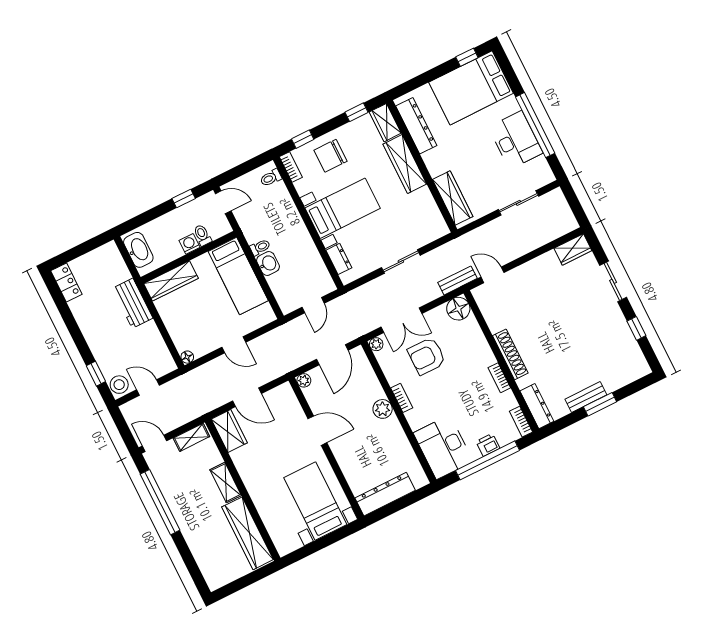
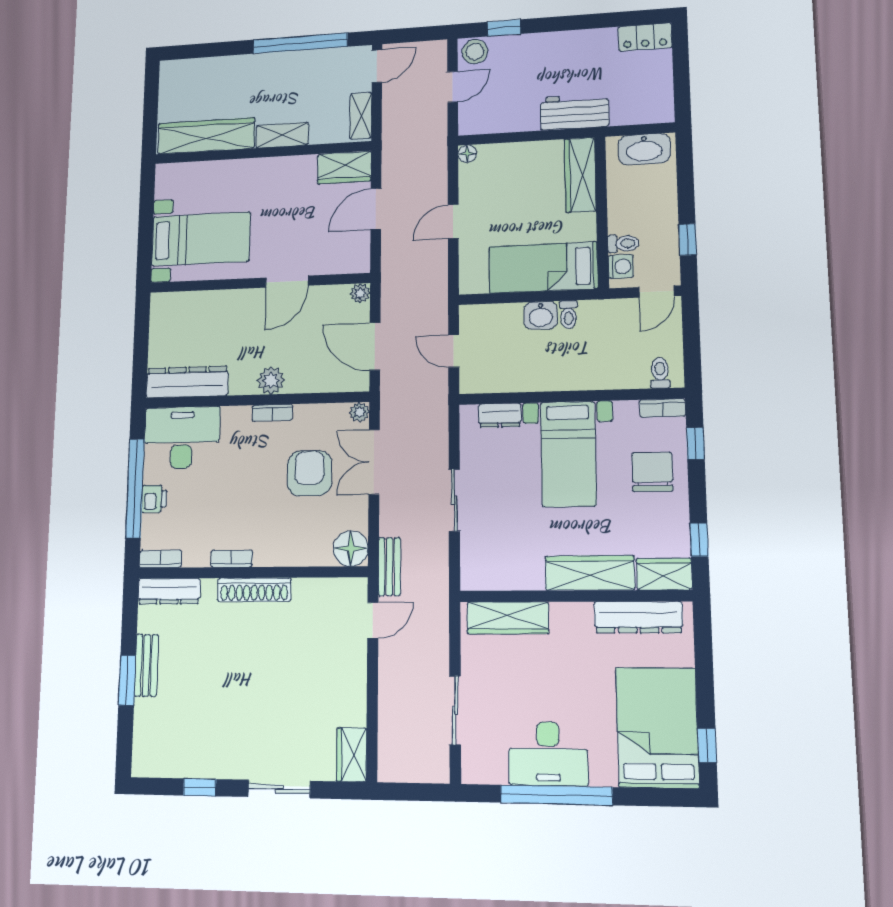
washing machine: (189, 244) -> (621, 266), moved
dresser: (385, 494) -> (187, 382), moved, turned -90

